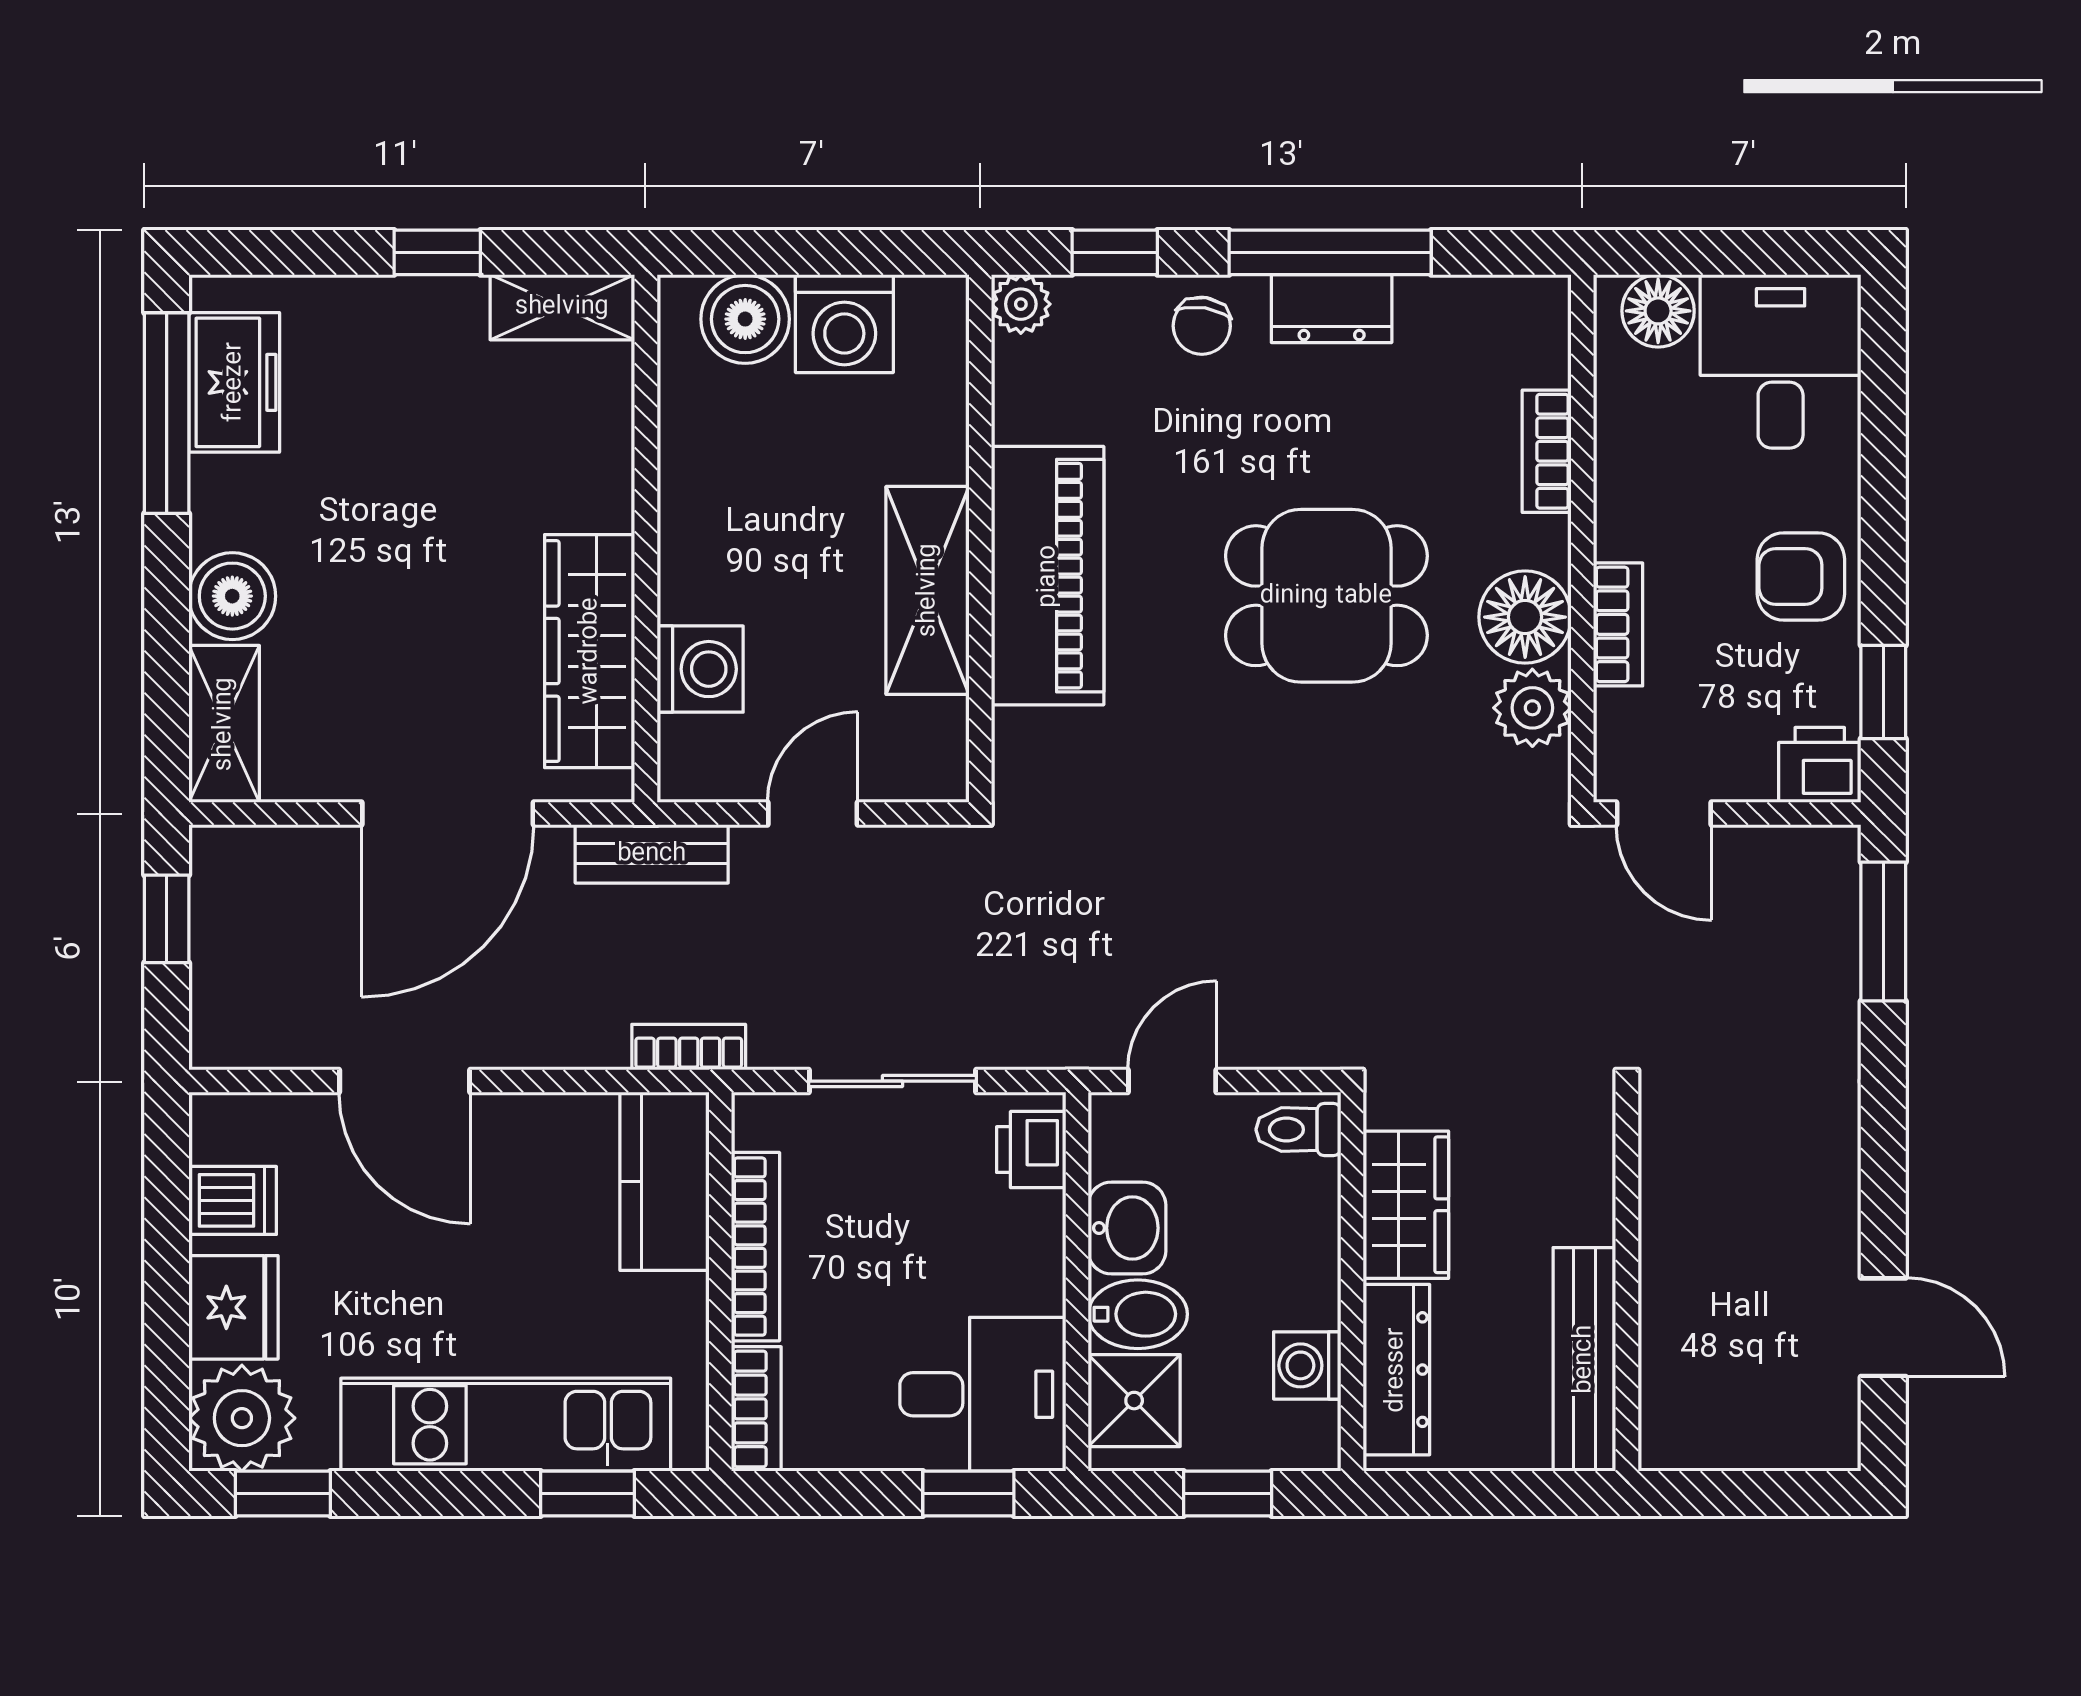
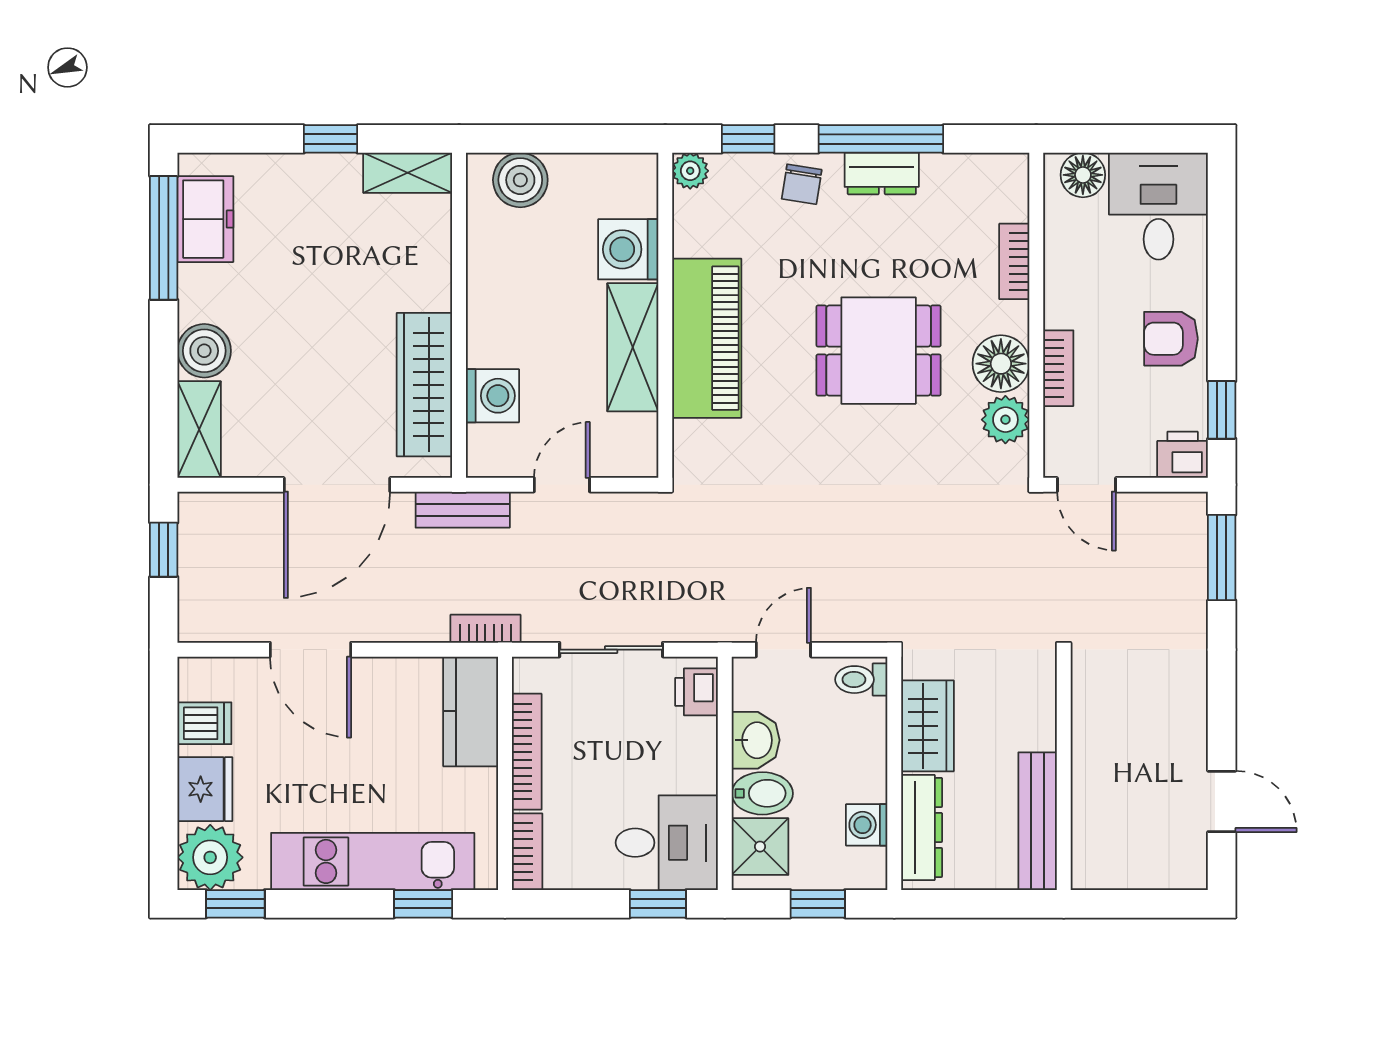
washing machine: (844, 324) -> (628, 249), moved, turned 90

